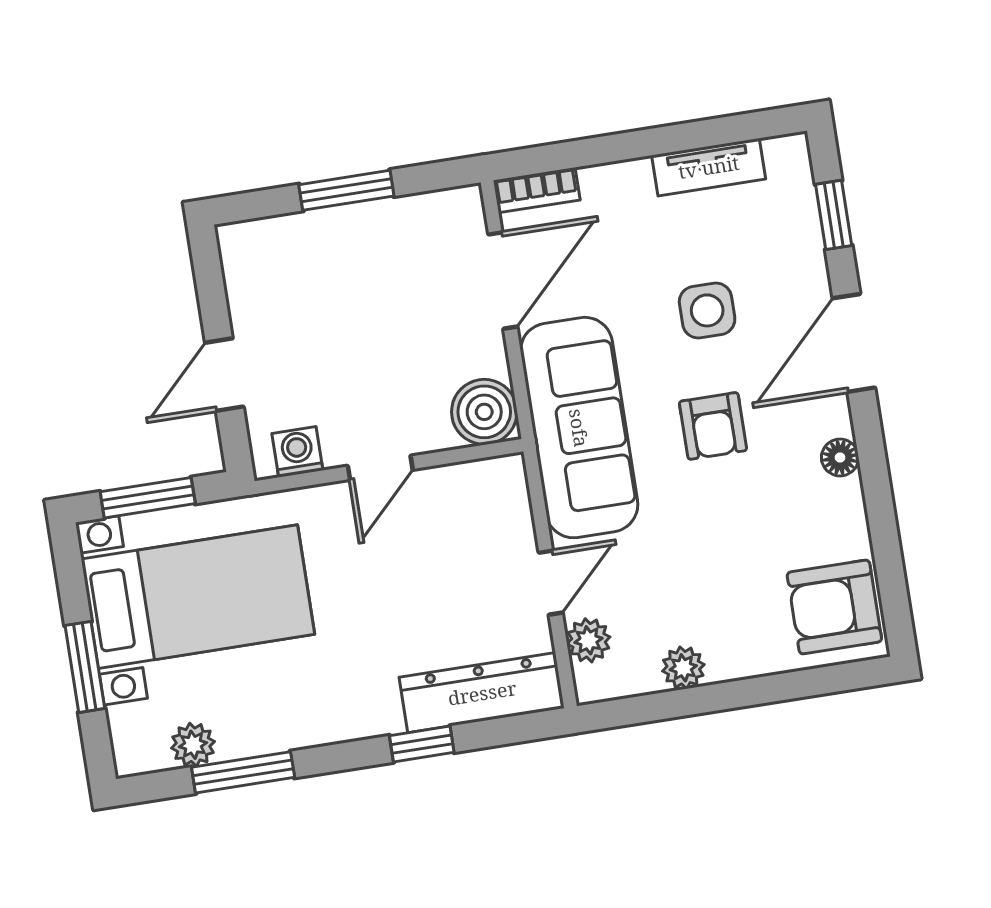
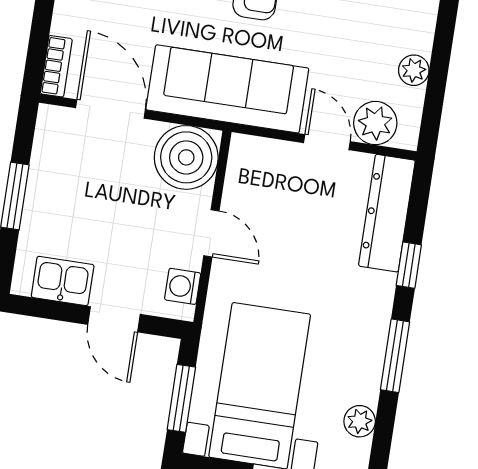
kitchen sink: (254, 290) -> (63, 281), added
boiler: (484, 412) -> (186, 157), width x1.37, depth x1.37
plant: (588, 640) -> (375, 123), width x1.38, depth x1.38
window: (243, 772) -> (395, 356), moved

